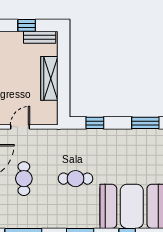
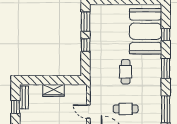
wardrobe: (49, 78) -> (53, 90), width x0.67
window: (95, 123) -> (86, 45), moved

